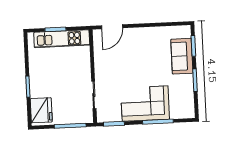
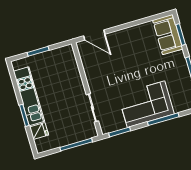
door: (112, 27) -> (94, 35), hinge flipped
kitchen unit: (62, 39) -> (29, 96), moved, turned -90
sofa: (182, 56) -> (168, 35), moved
fridge: (41, 110) -> (39, 131), width x0.53, depth x0.75

